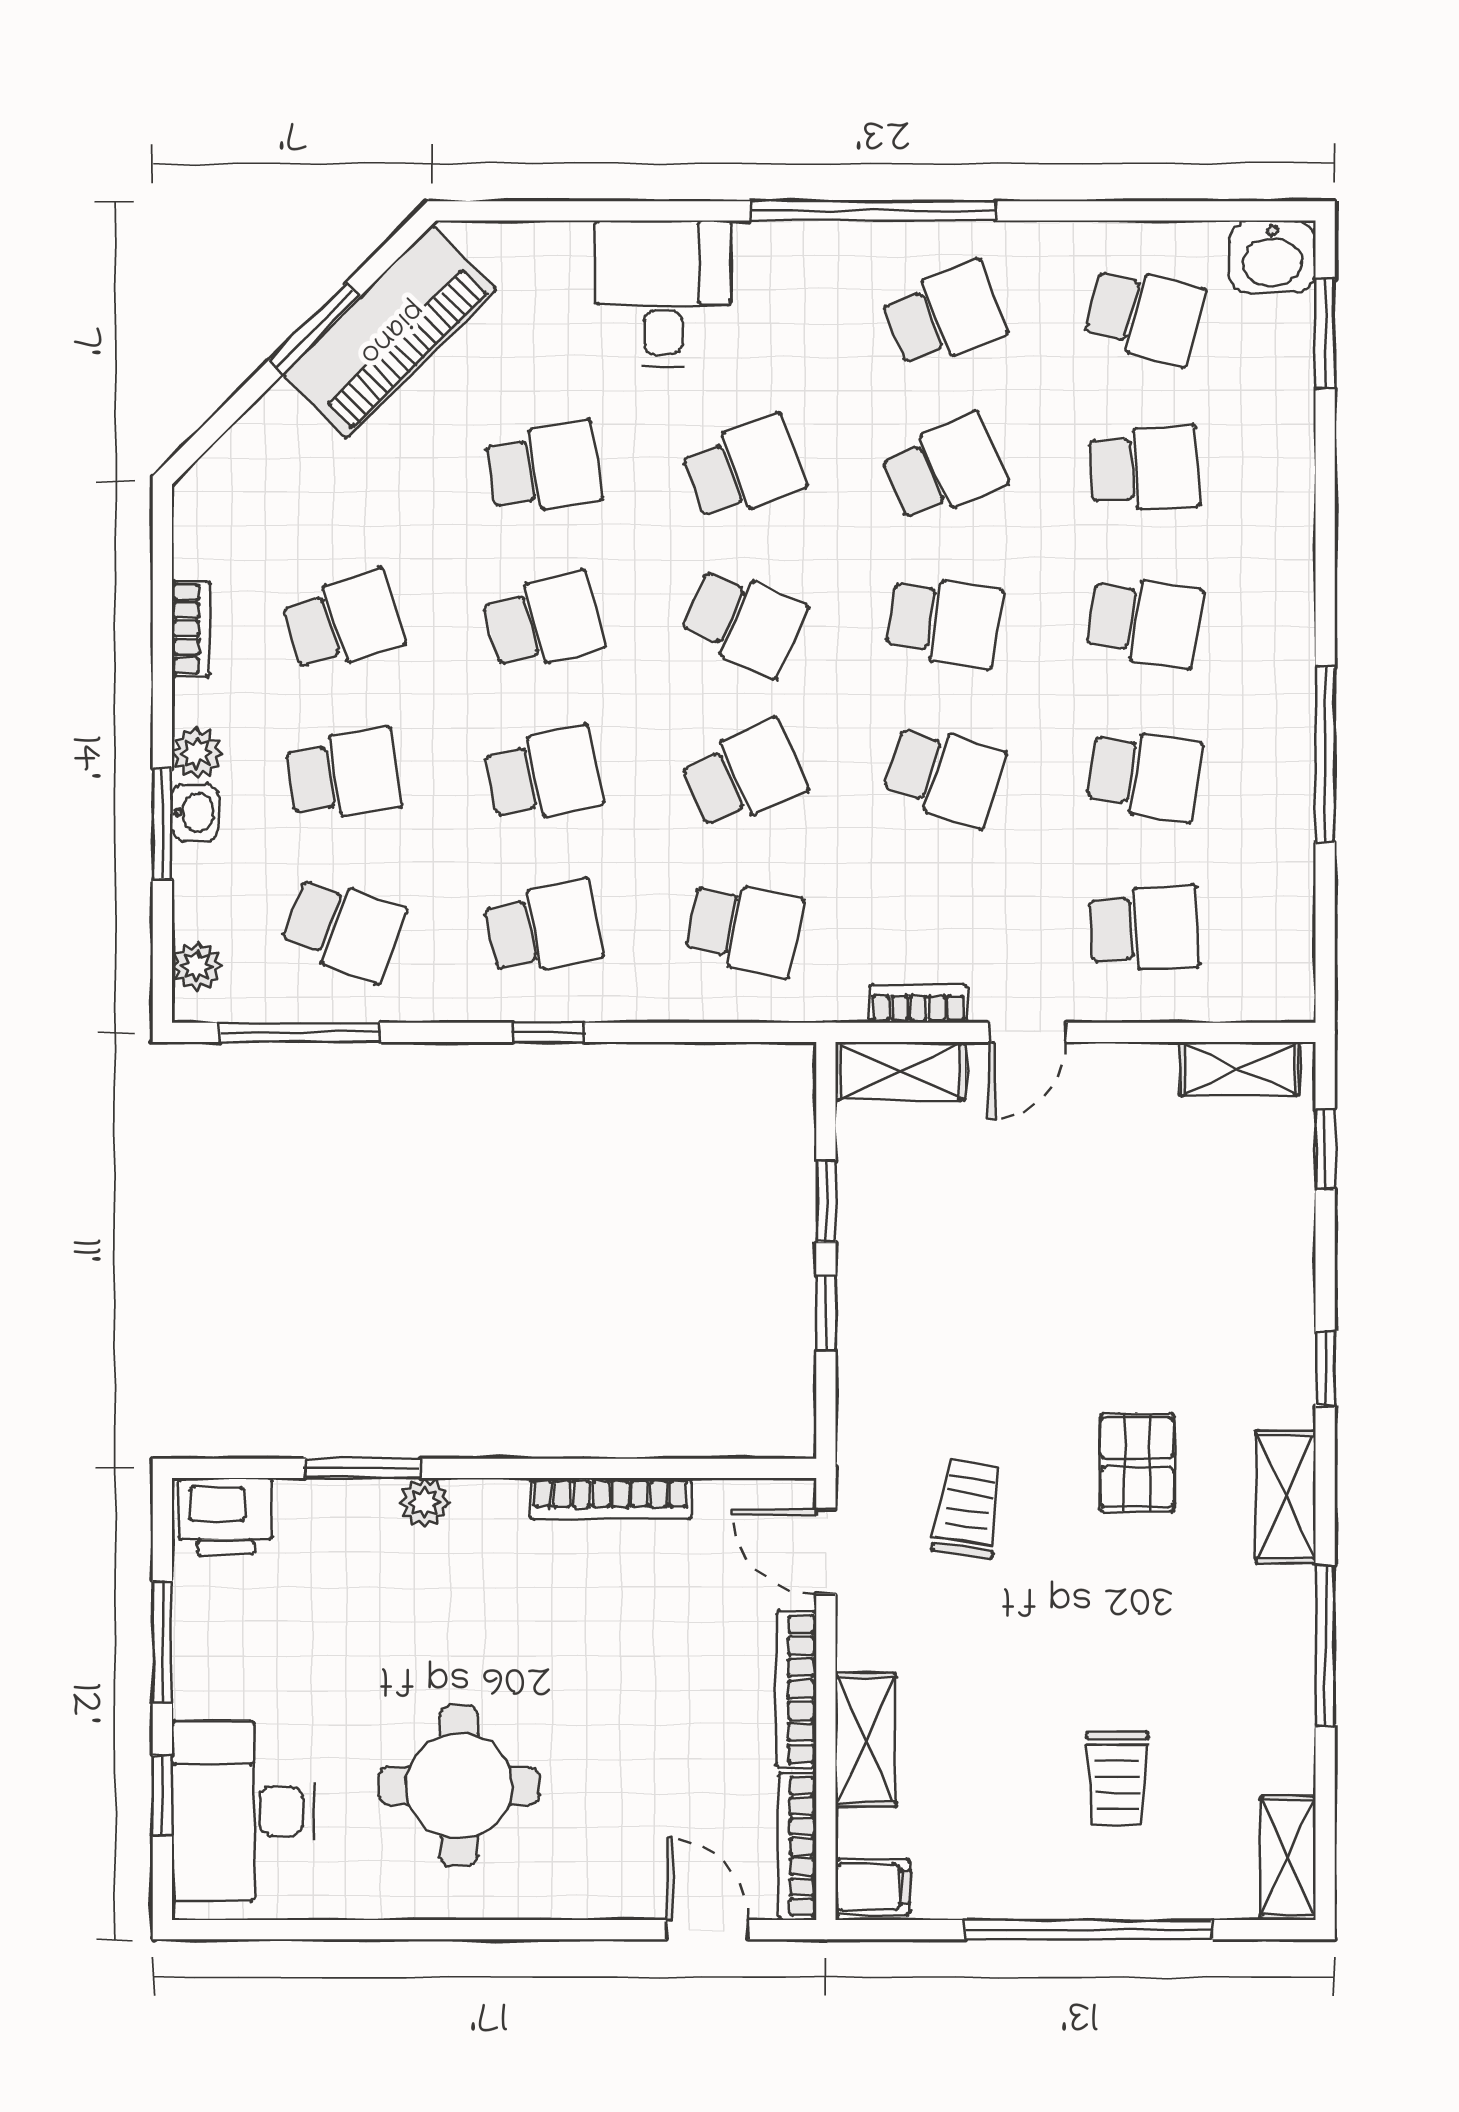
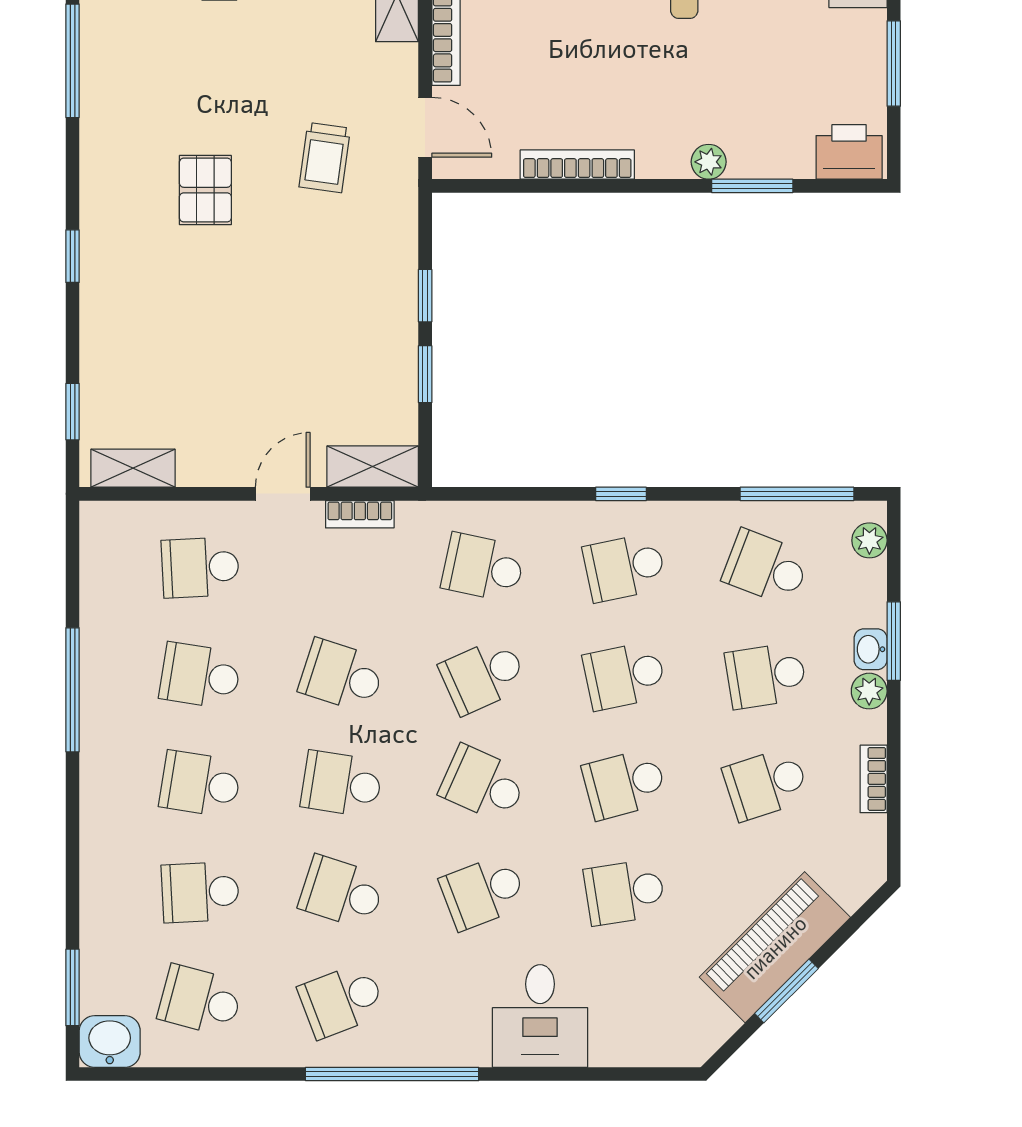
piano: (390, 331) -> (775, 947), moved
school desk: (944, 468) -> (342, 892), turned 42
shelving: (1286, 1497) -> (100, 166), removed

